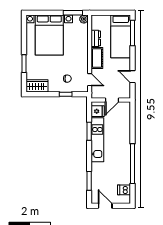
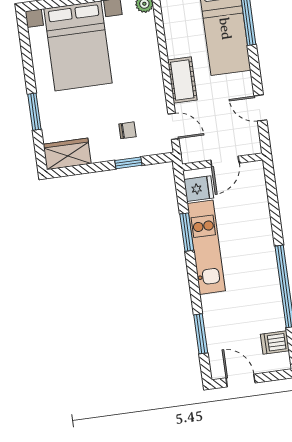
dresser: (96, 38) -> (174, 40), removed

